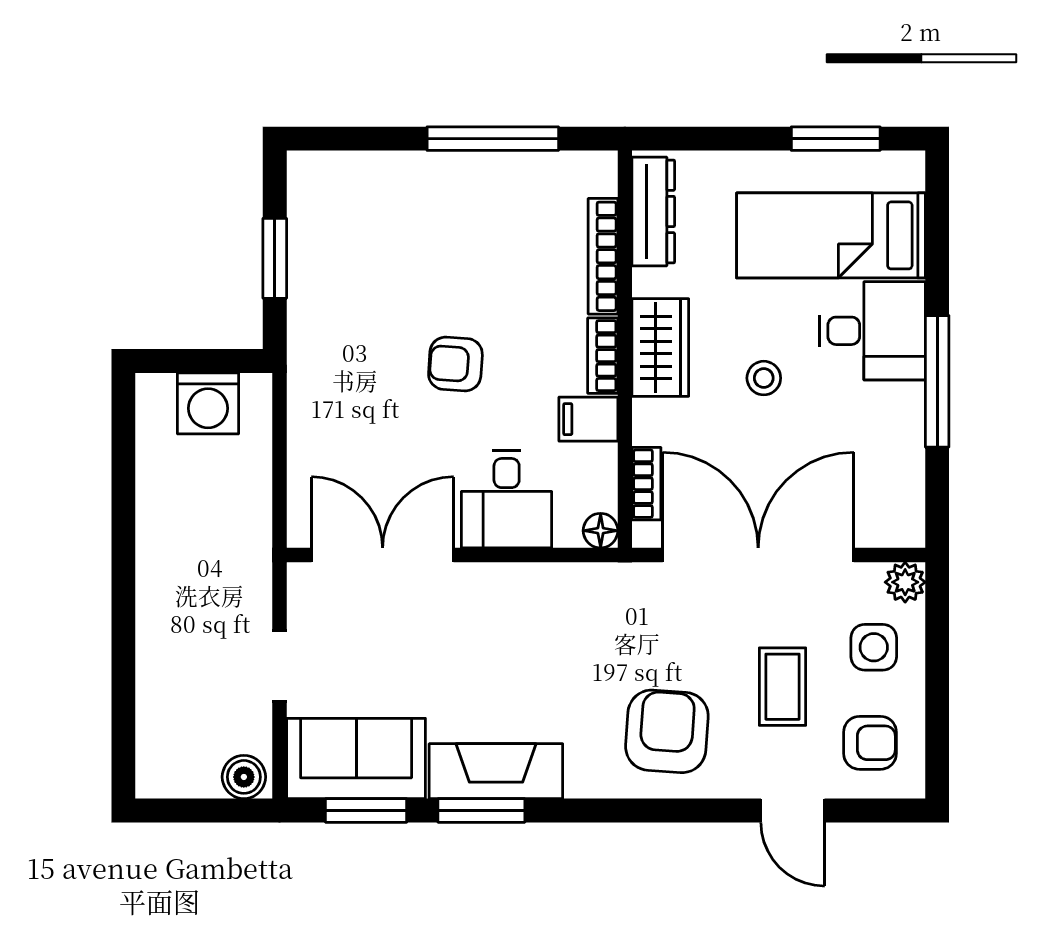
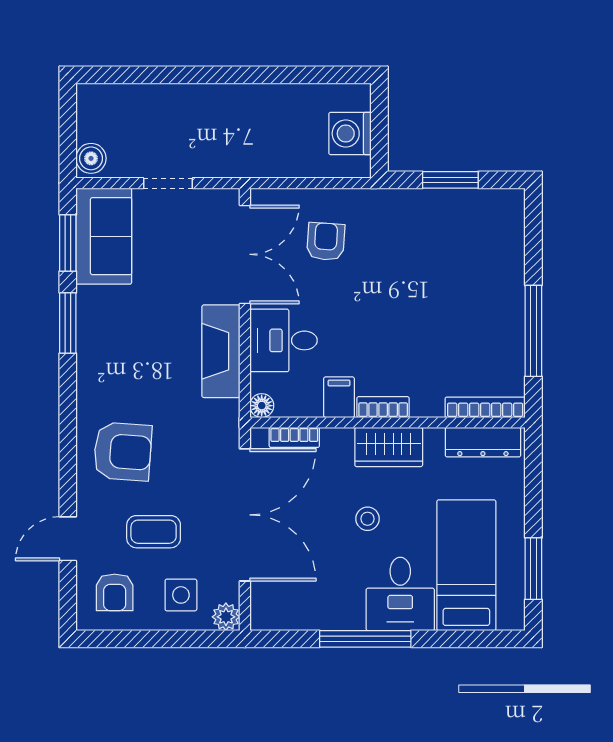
bookcase: (603, 256) -> (485, 407), moved
armchair: (455, 364) -> (326, 242), moved
fireplace: (496, 771) -> (221, 351), moved, turned 180

